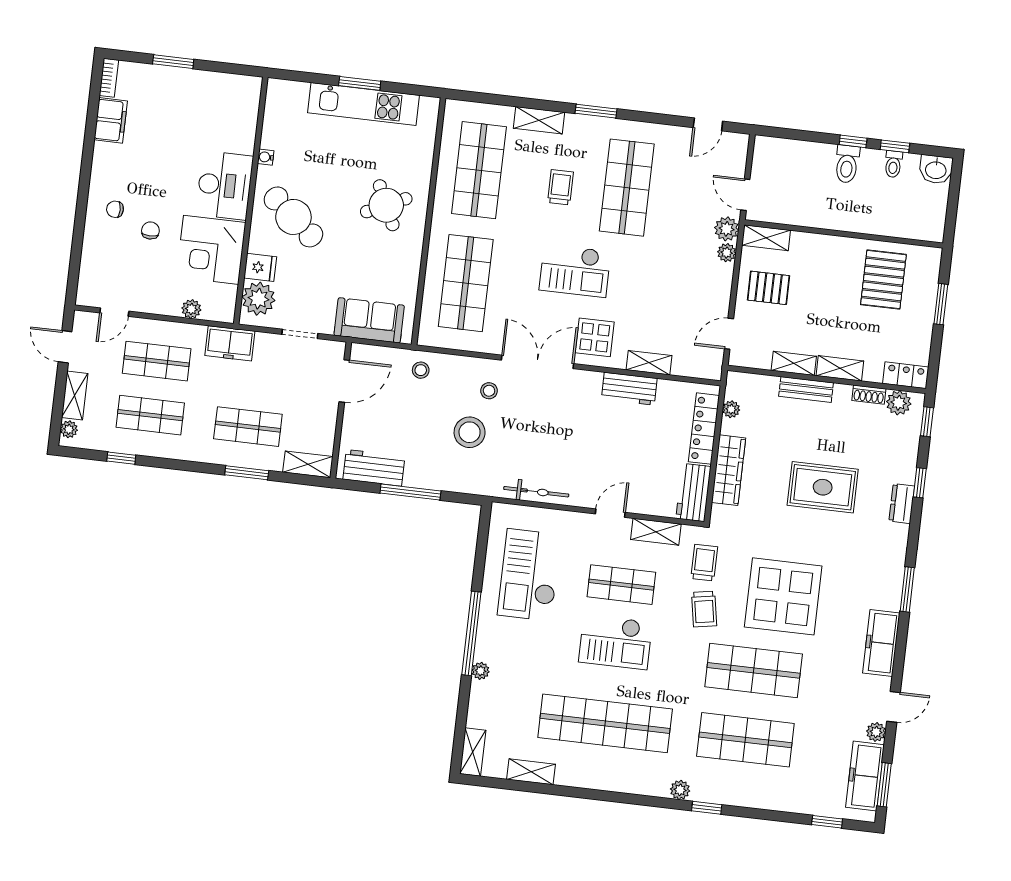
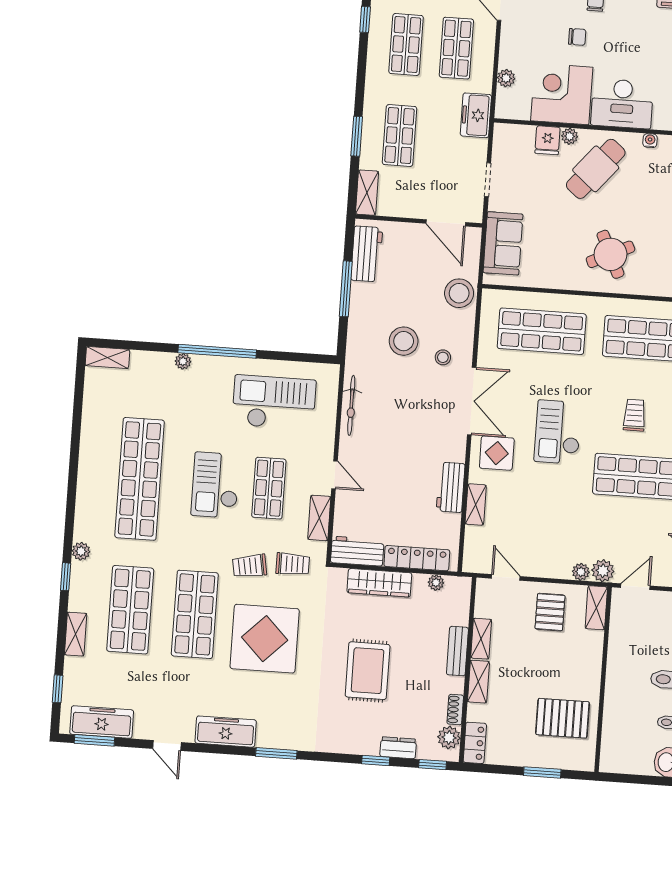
trolley: (561, 187) -> (634, 415), turned -90
plant: (258, 299) -> (570, 136), moved, width x0.53, depth x0.53
stool: (421, 370) -> (459, 293), width x1.89, depth x1.89
dresser: (902, 504) -> (398, 748), moved
plant: (876, 732) -> (143, 730), removed
shelving: (531, 772) -> (76, 634), moved

